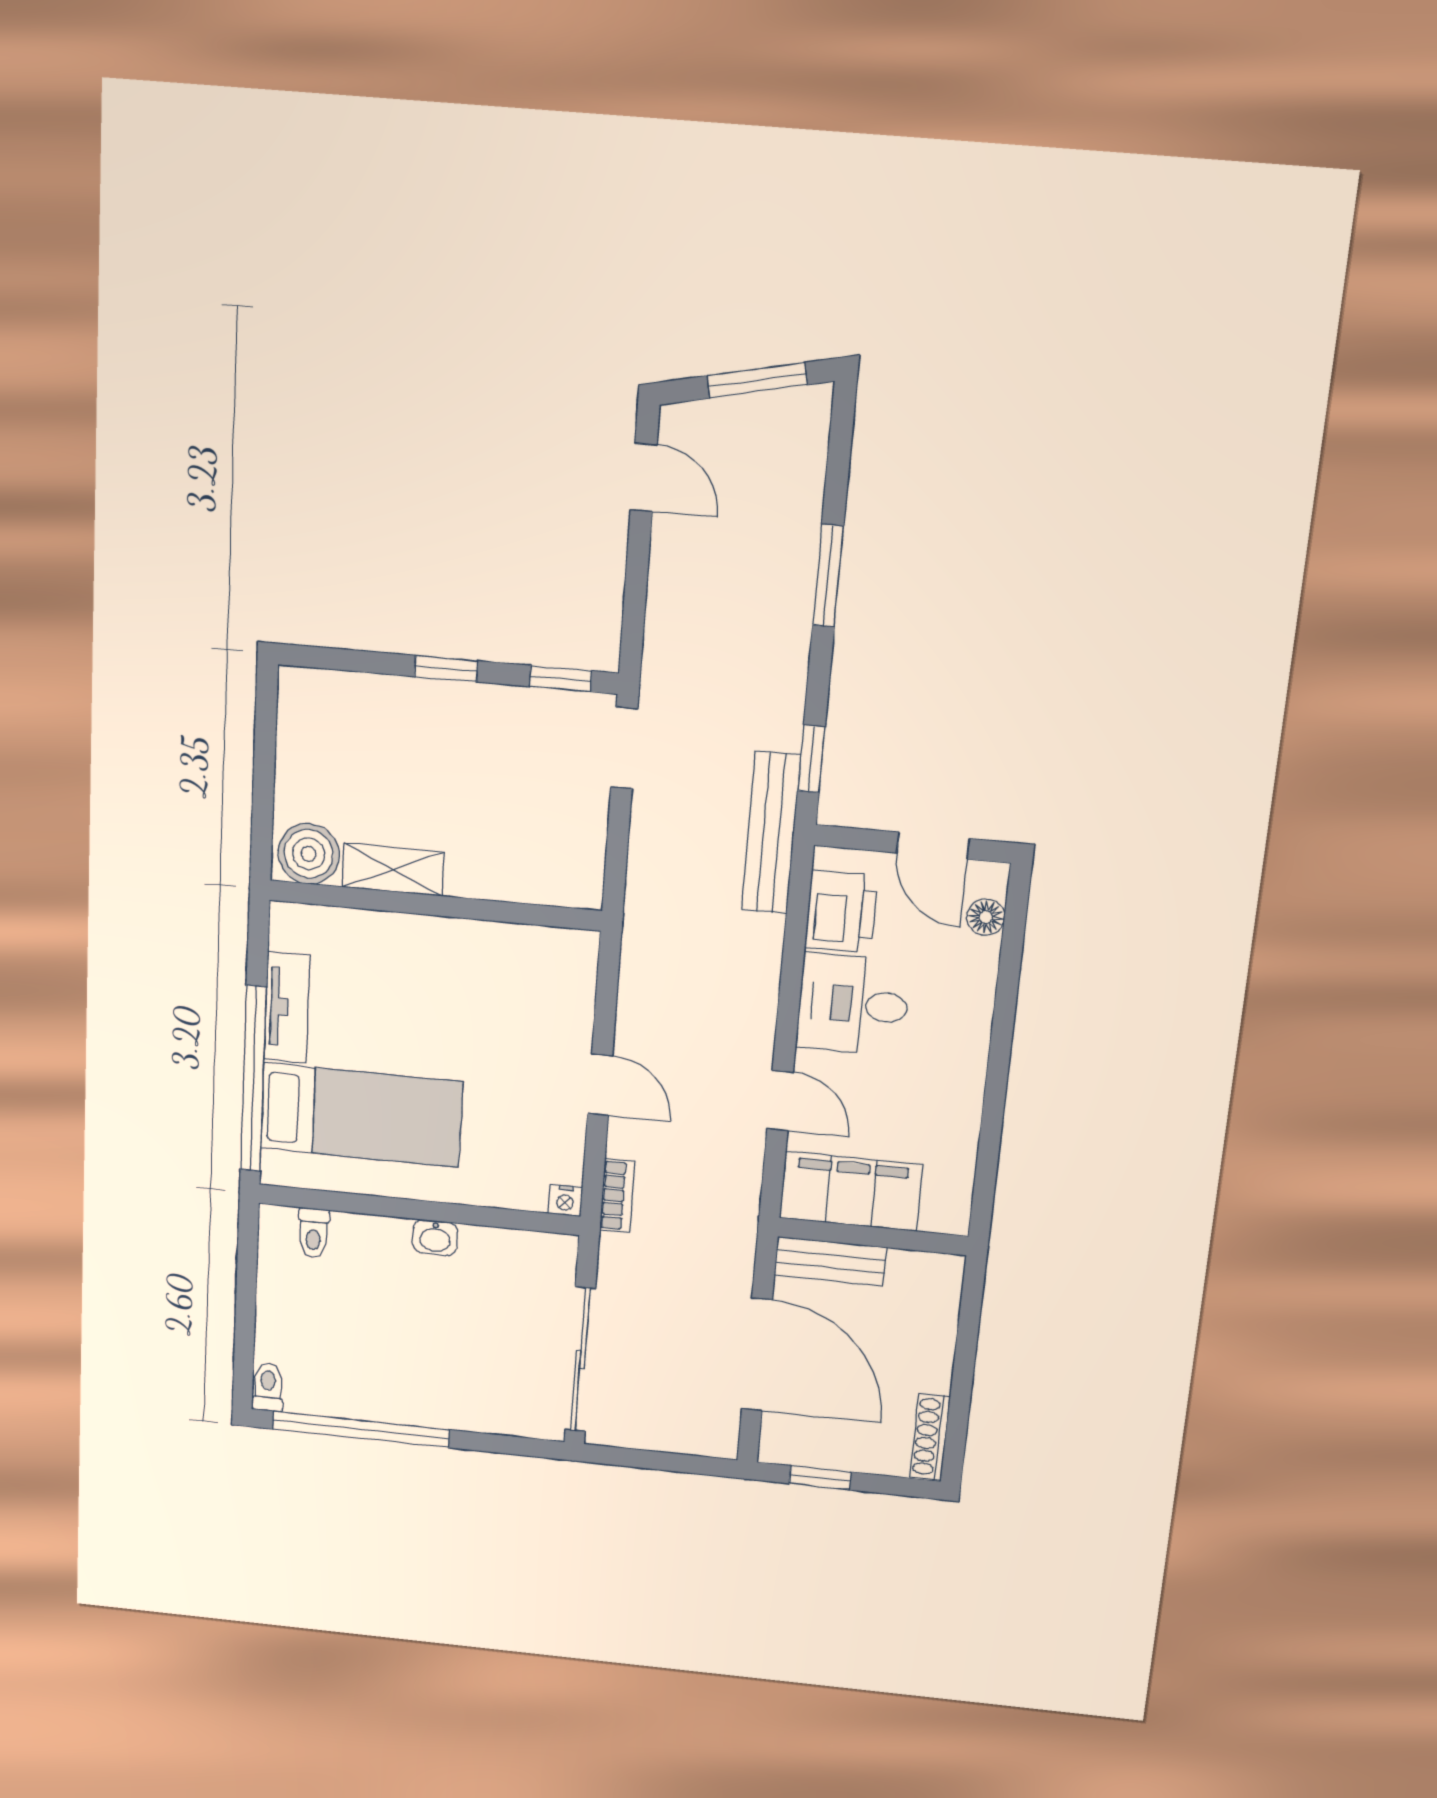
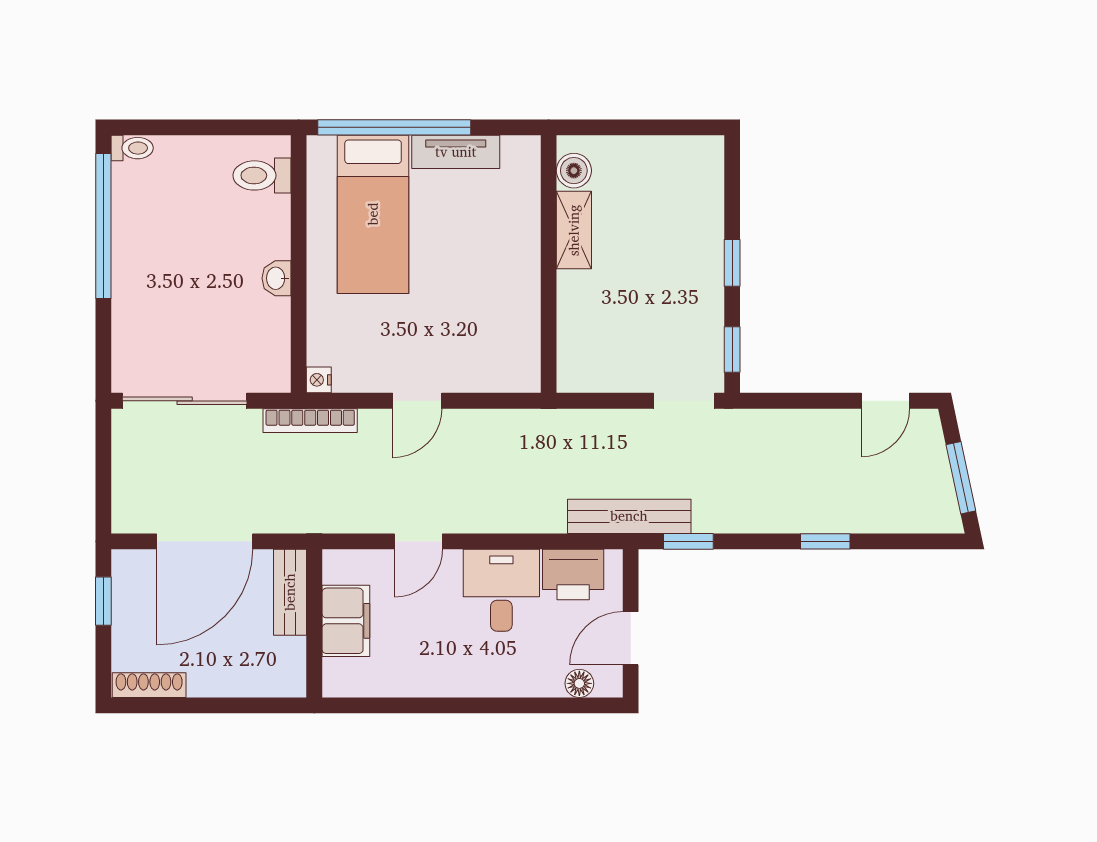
window: (828, 576) -> (825, 541), width x0.67
boiler: (309, 854) -> (574, 171), width x0.73, depth x0.73
filing cabinet: (851, 1191) -> (346, 621), width x0.67, depth x0.86
bookcase: (617, 1196) -> (310, 421), width x1.56
toilet: (313, 1233) -> (262, 175), width x1.37, depth x1.39

